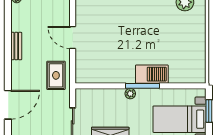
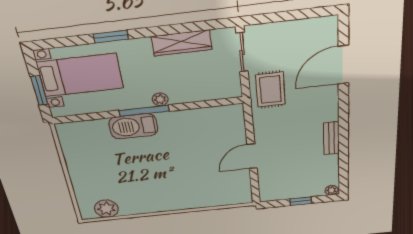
door: (73, 38) -> (252, 156), swing flipped
rug: (56, 75) -> (270, 90), moved

